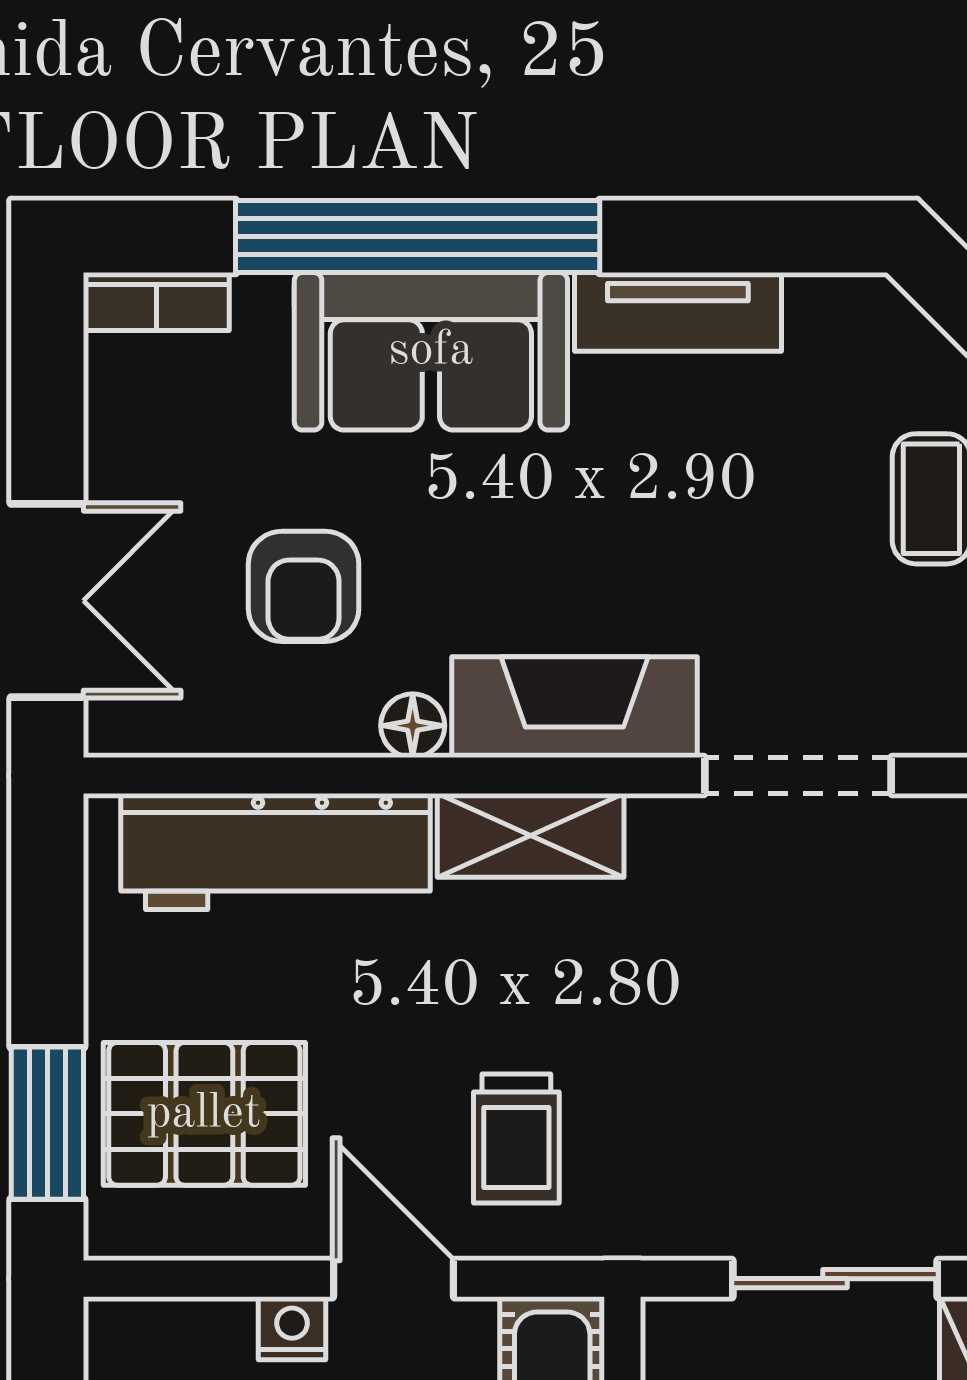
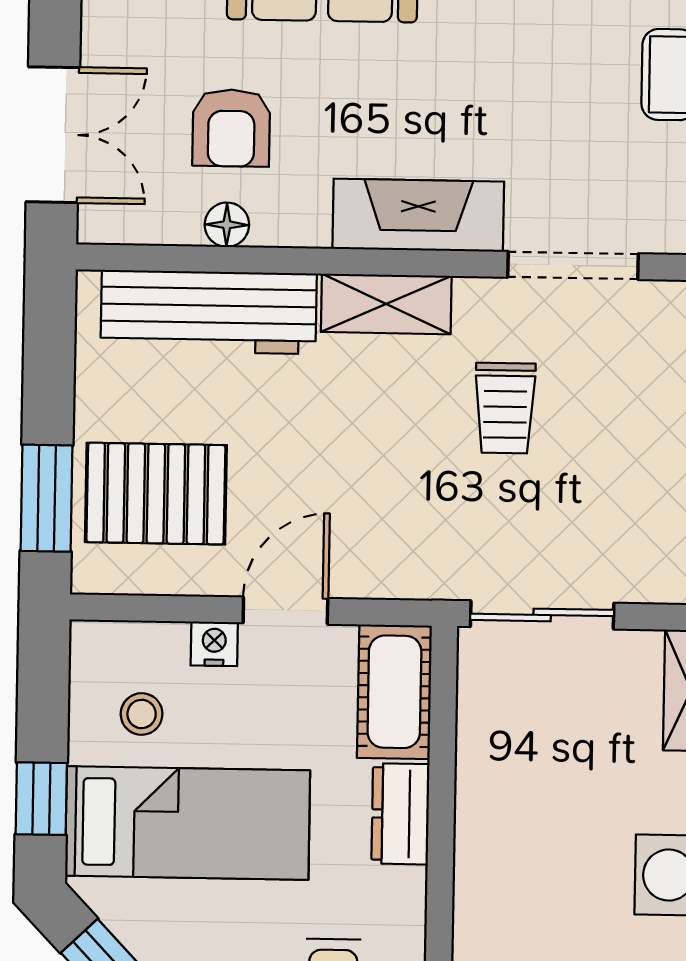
floor lamp: (413, 726) -> (227, 225), moved
trolley: (516, 1138) -> (505, 408), moved
door: (394, 1279) -> (285, 611), hinge flipped
sliding door: (835, 1279) -> (542, 615), moved

